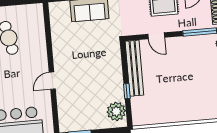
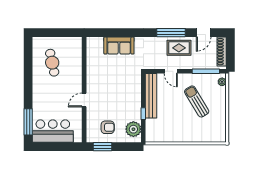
sun lounger: (192, 70) -> (197, 101), added
armchair: (84, 112) -> (108, 127), added

